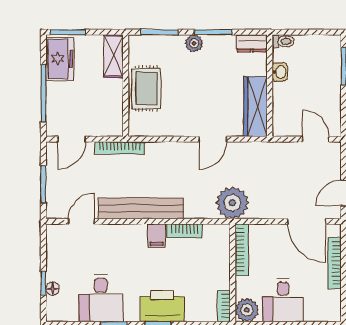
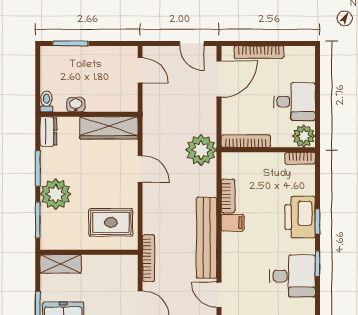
plant: (194, 43) -> (56, 194), width x1.87, depth x1.87
rug: (146, 88) -> (111, 222), moved
door: (316, 139) -> (140, 70), swing flipped

